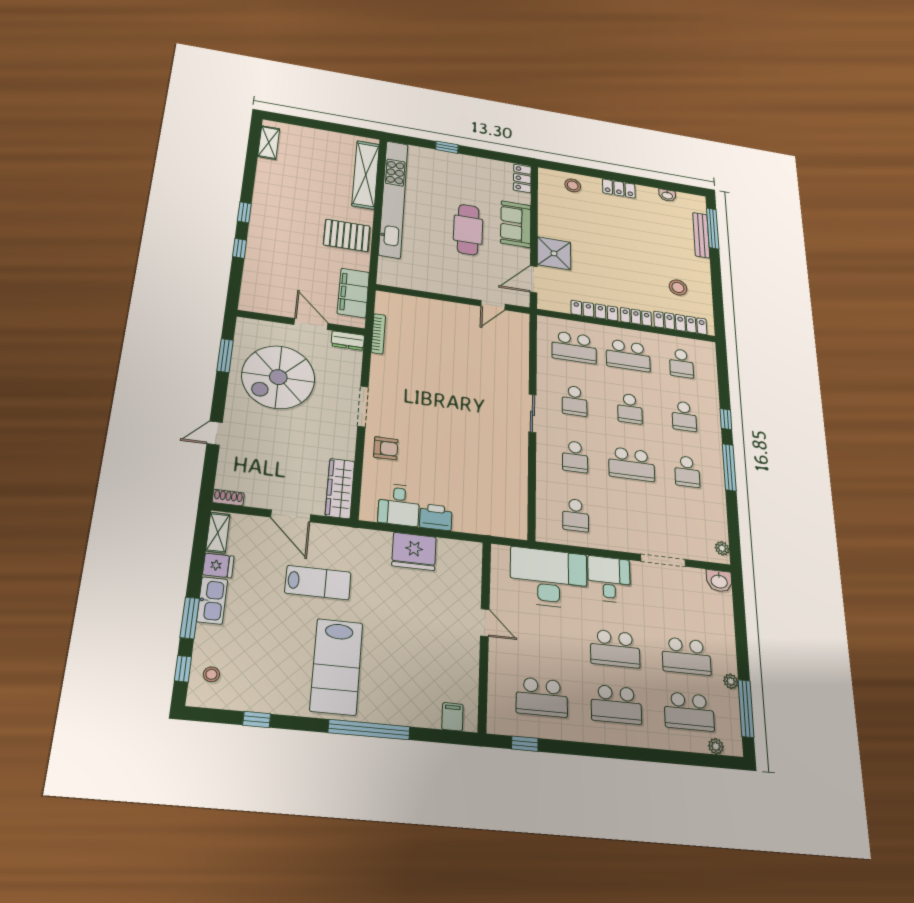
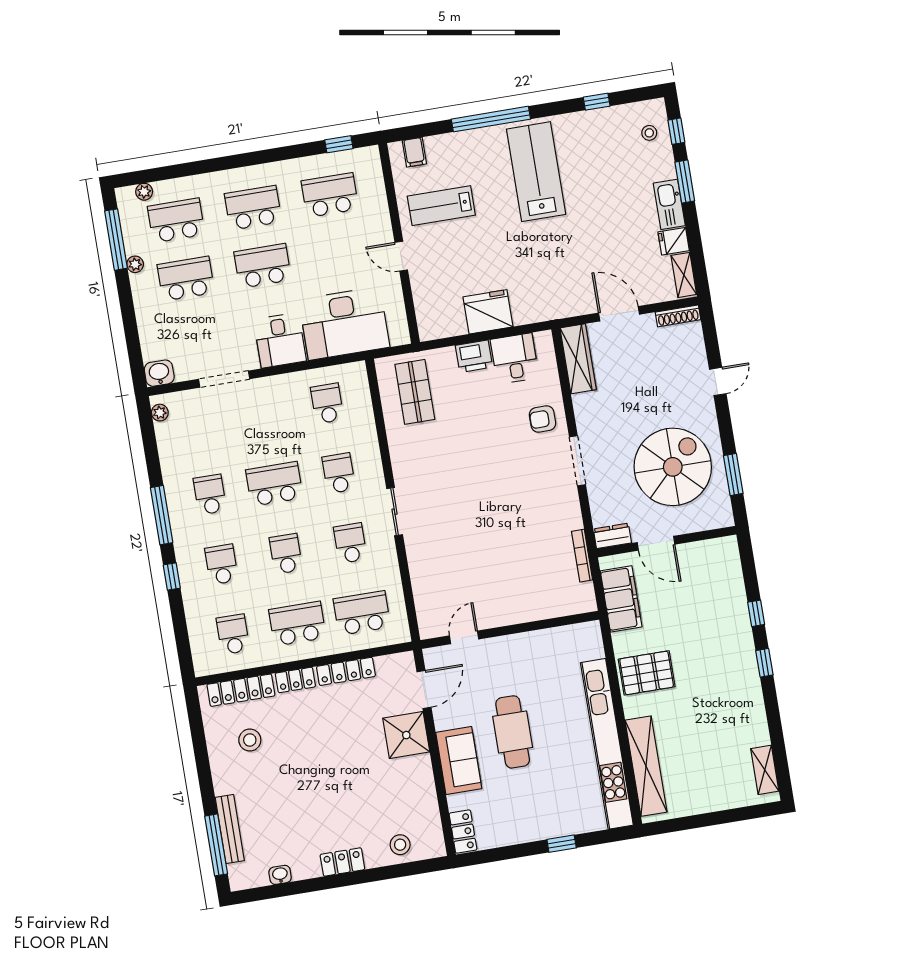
shoe rack: (228, 498) -> (678, 316), width x1.43
shop shelf: (496, 503) -> (415, 392), added
lab bench: (318, 583) -> (441, 206), moved

